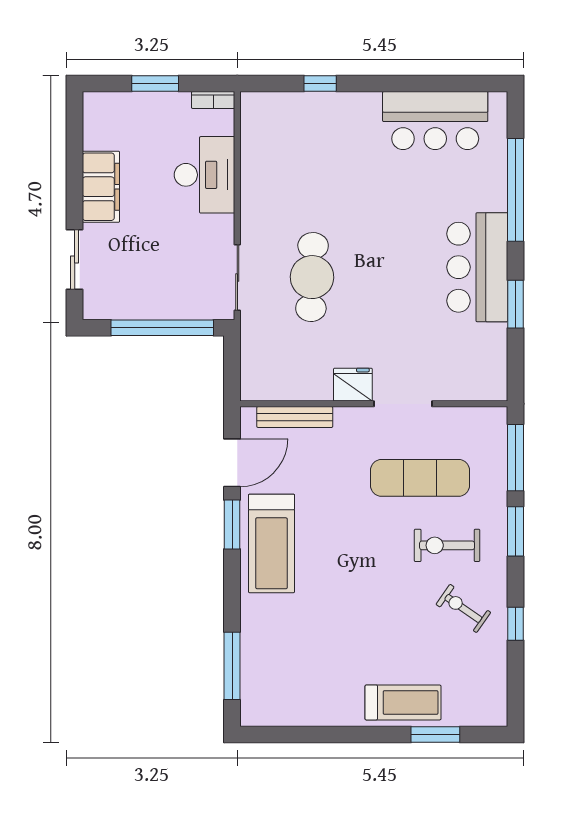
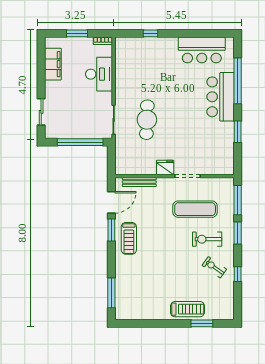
filing cabinet: (101, 187) -> (53, 64), moved
bar counter: (477, 267) -> (221, 97), moved
treadmill: (271, 543) -> (129, 238), width x0.73, depth x0.73

